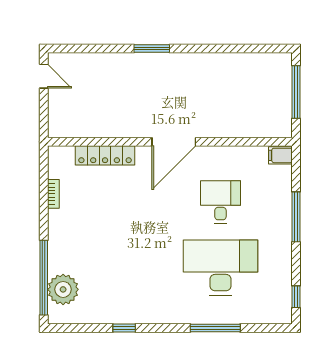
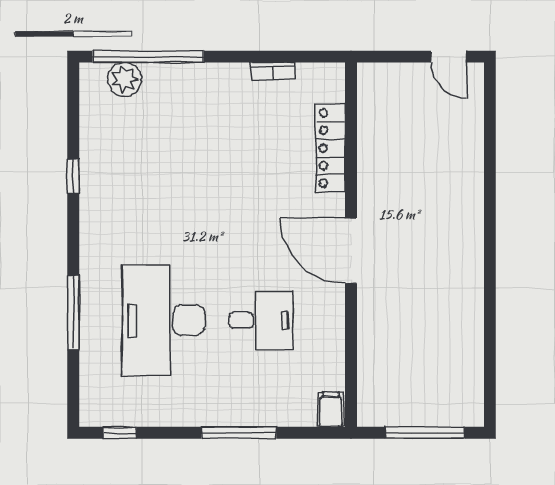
window: (152, 49) -> (490, 218), removed
door: (44, 76) -> (449, 57), hinge flipped
desk: (220, 268) -> (163, 320), turned 180
plant: (63, 289) -> (124, 79), width x0.73, depth x0.73

